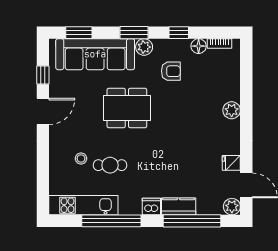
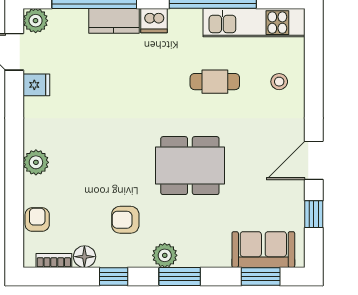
sofa: (95, 54) -> (263, 250), width x0.54, depth x0.79
armchair: (231, 71) -> (37, 220), added
stool: (81, 159) -> (279, 82), moved

